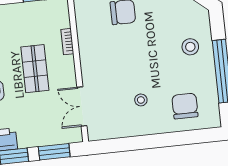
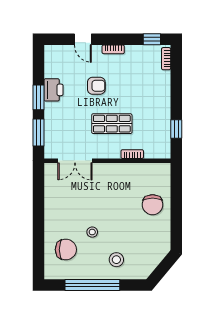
stool: (141, 100) -> (92, 232), moved
double door: (82, 106) -> (75, 161), swing flipped

